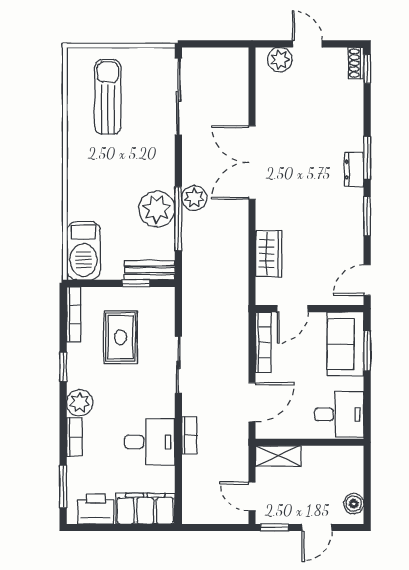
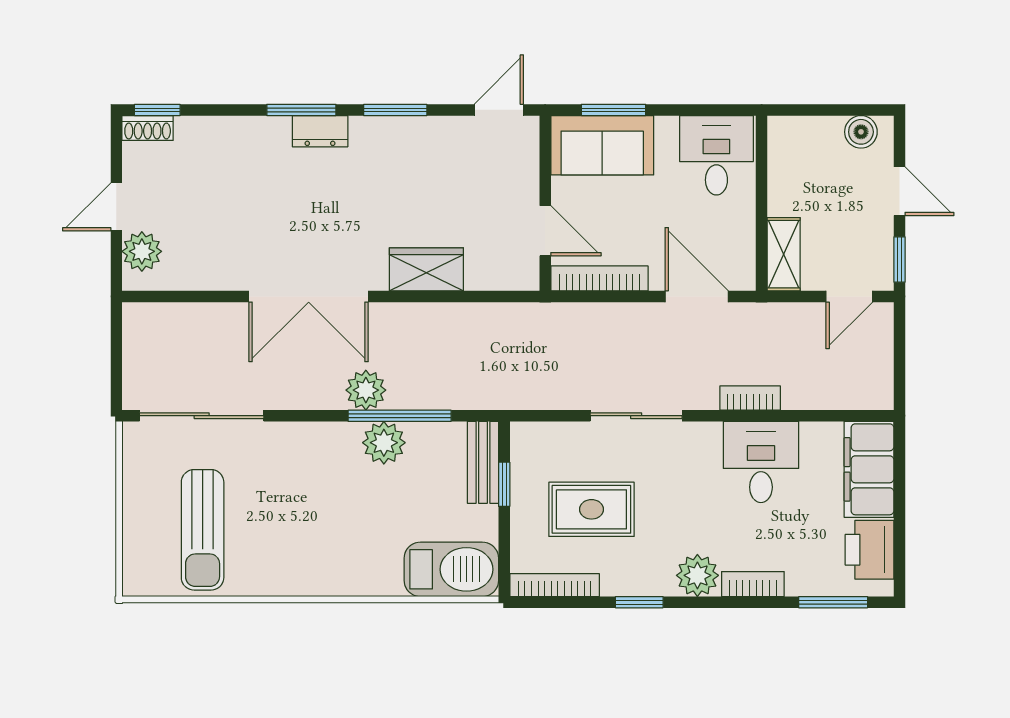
sun lounger: (108, 97) -> (203, 530), turned -90
plant: (157, 209) -> (384, 443), width x0.73, depth x0.73
wardrobe: (269, 254) -> (426, 269), moved
door: (367, 280) -> (499, 110), swing flipped

